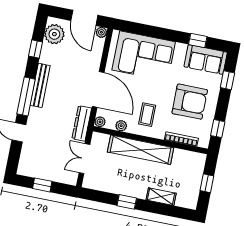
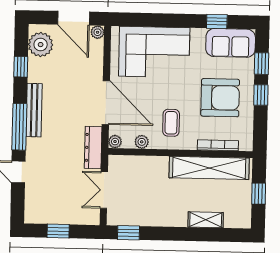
window: (218, 129) -> (261, 95), moved
shelving: (141, 150) -> (209, 168), moved
window: (127, 202) -> (128, 233), moved

